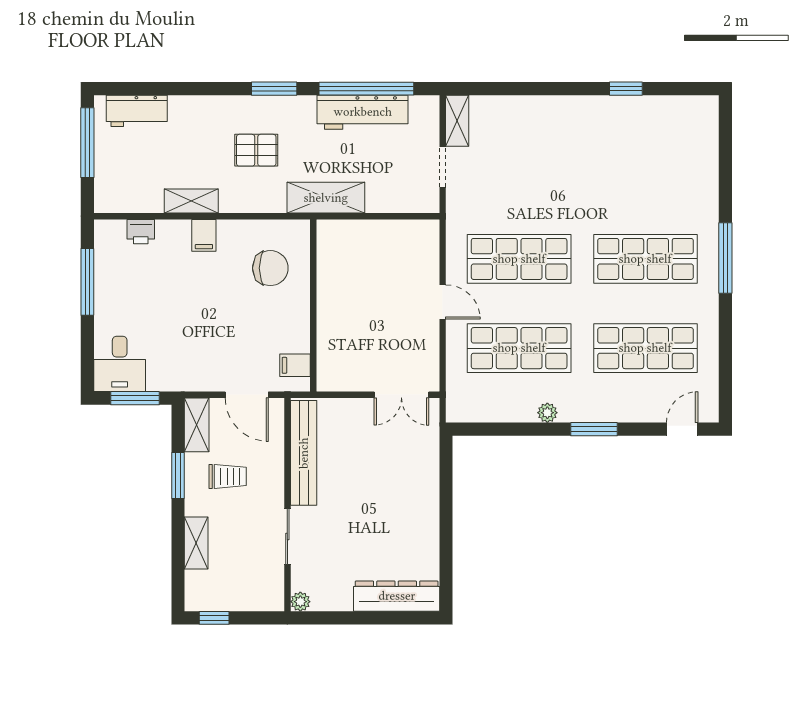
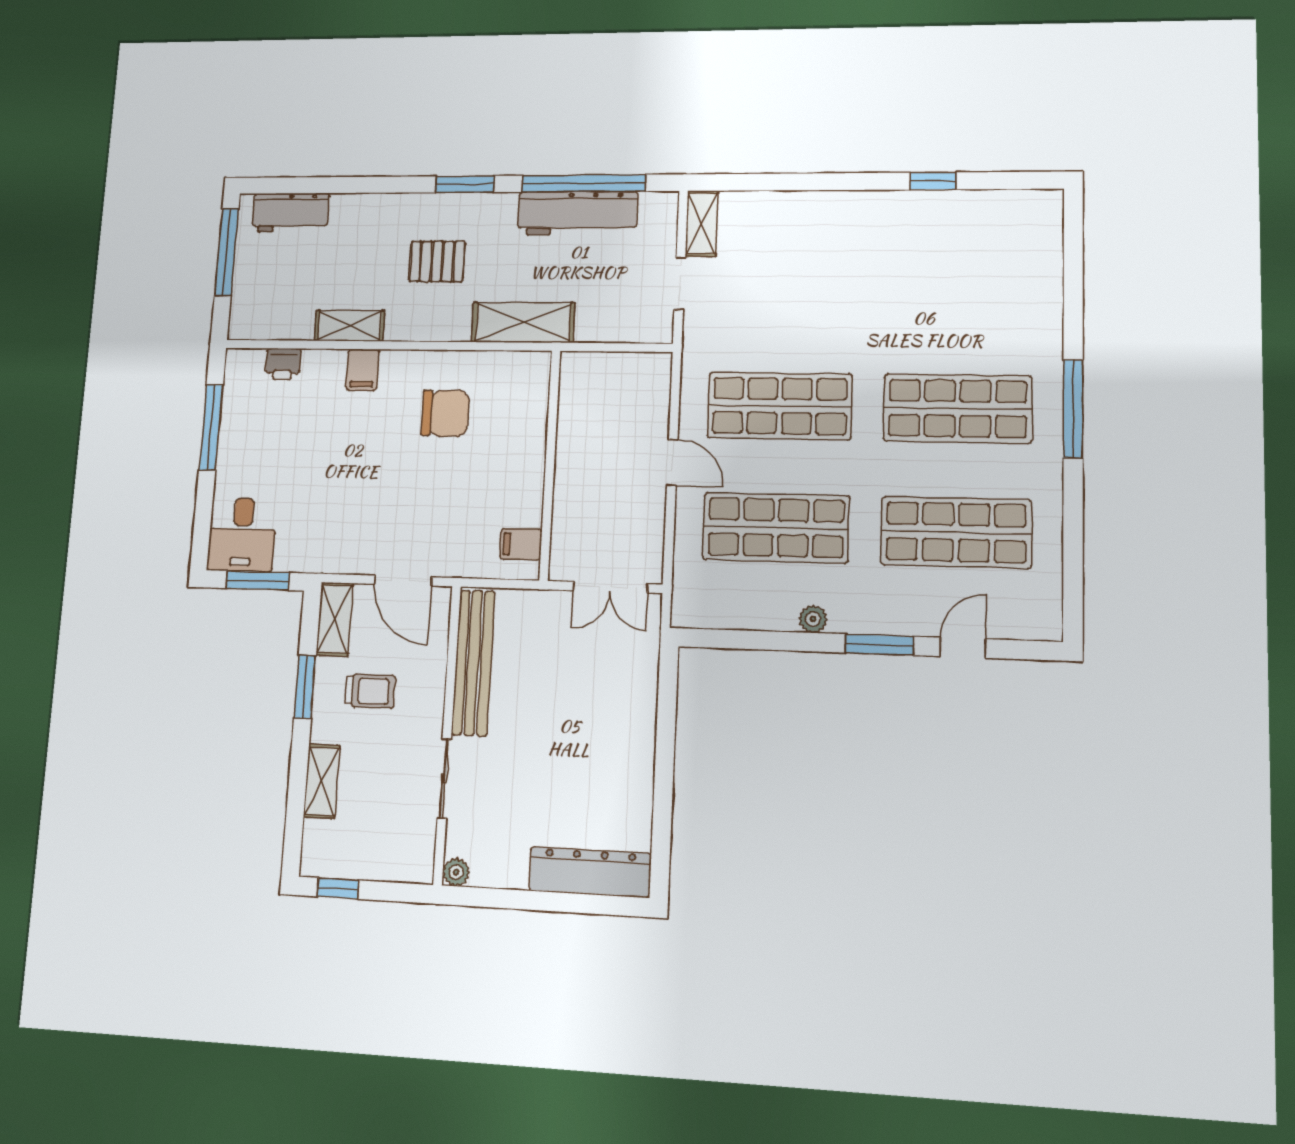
wall: (313, 305) -> (550, 464), moved
filing cabinet: (295, 365) -> (521, 544), moved
door: (682, 429) -> (963, 648), moved

